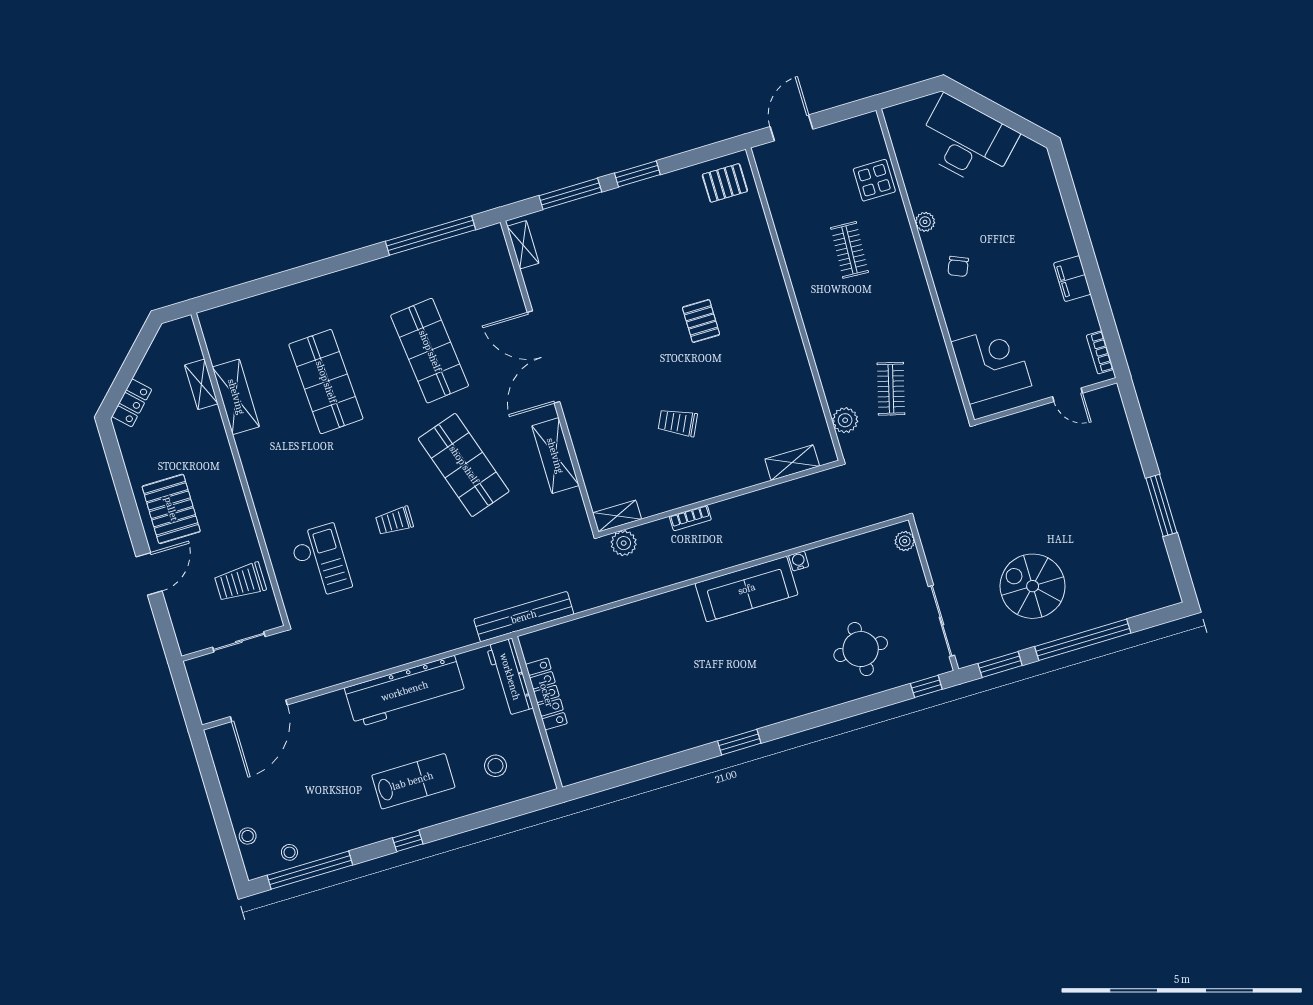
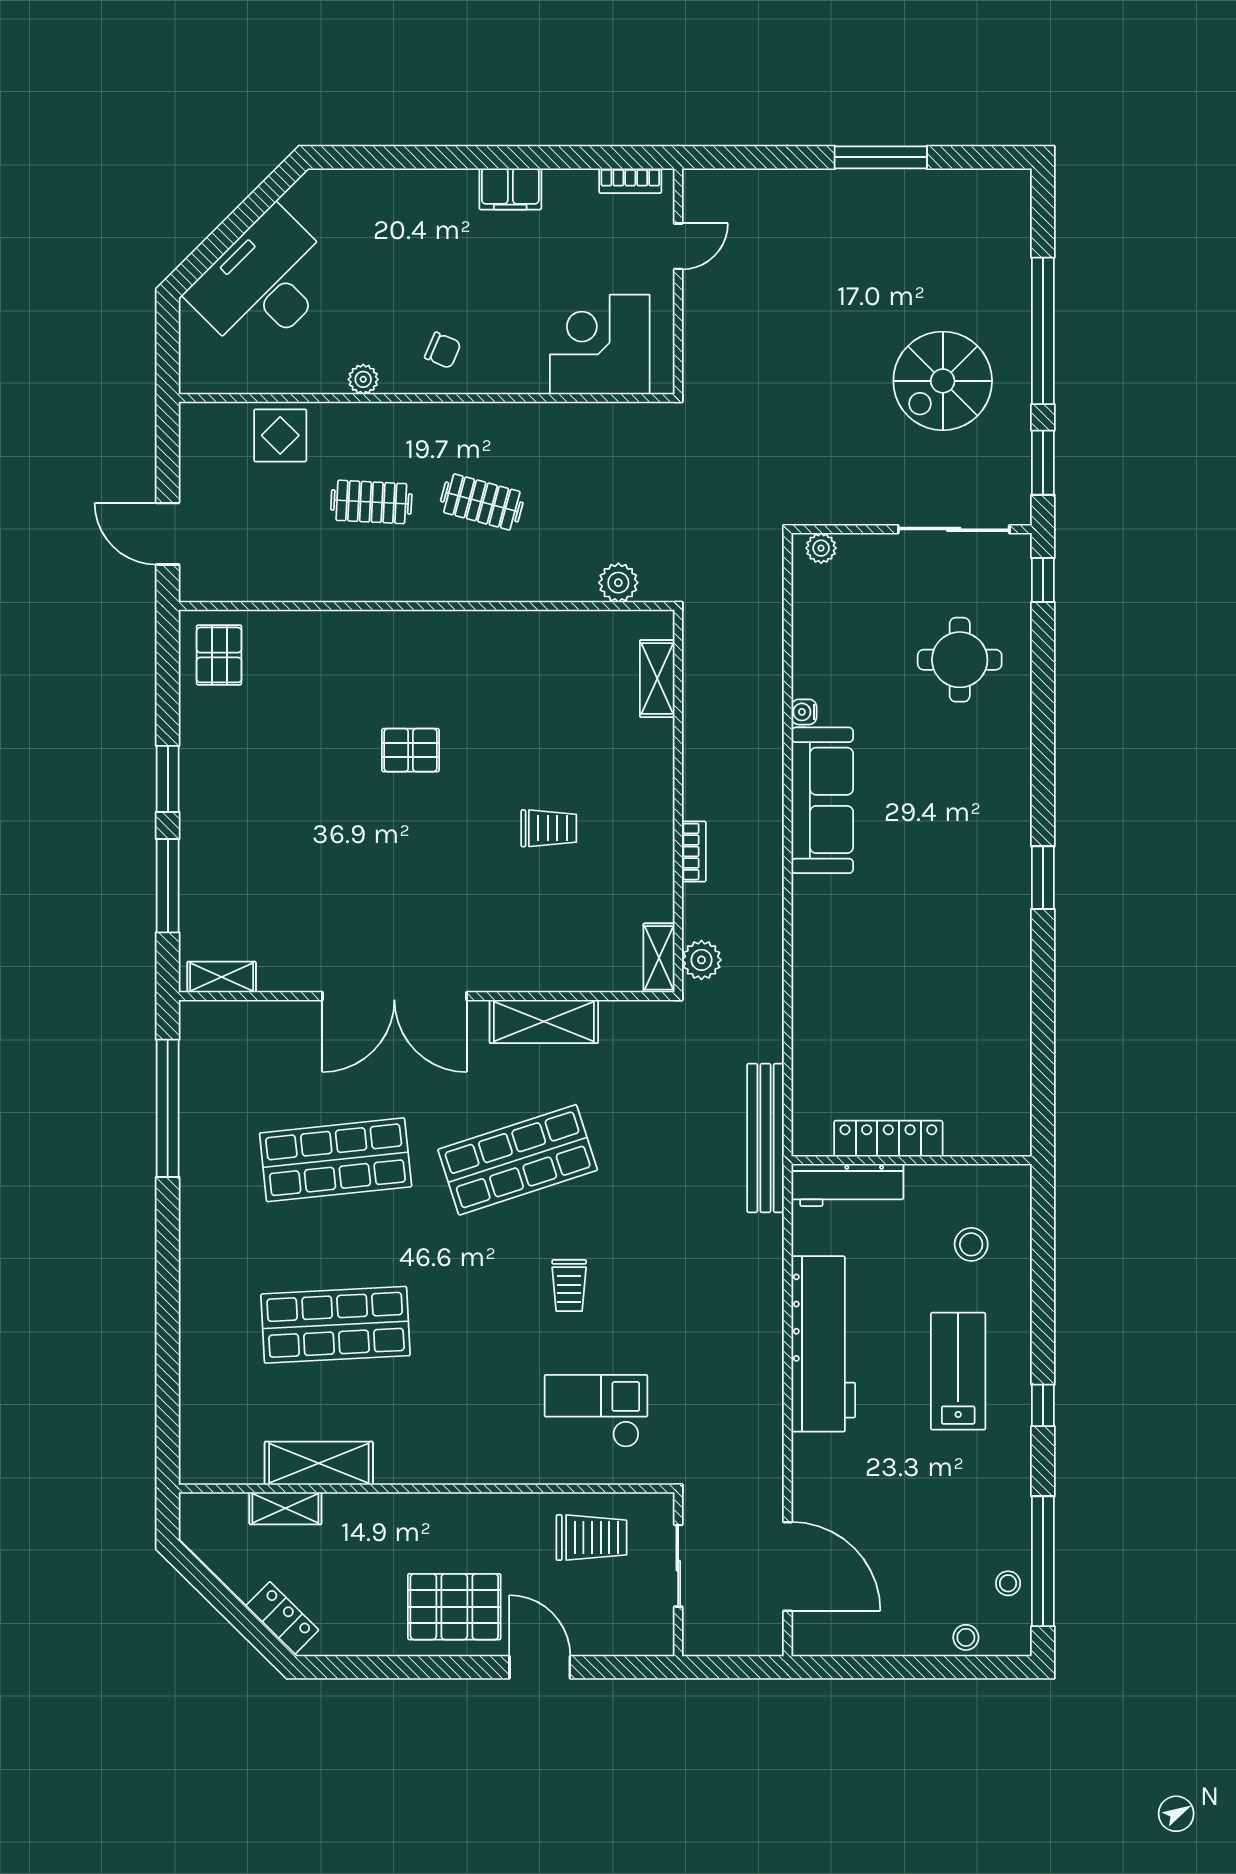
clothes rail: (891, 389) -> (482, 502), moved
trolley: (678, 423) -> (549, 828), turned -116
trolley: (240, 582) -> (591, 1537), turned -90

